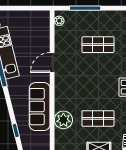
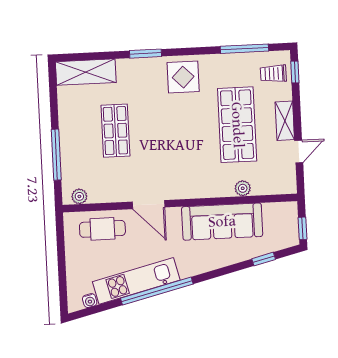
cafe table: (39, 34) -> (102, 229), added
shop shelf: (98, 118) -> (237, 125), width x1.43, depth x1.36
plant: (63, 120) -> (243, 188), width x0.53, depth x0.53

